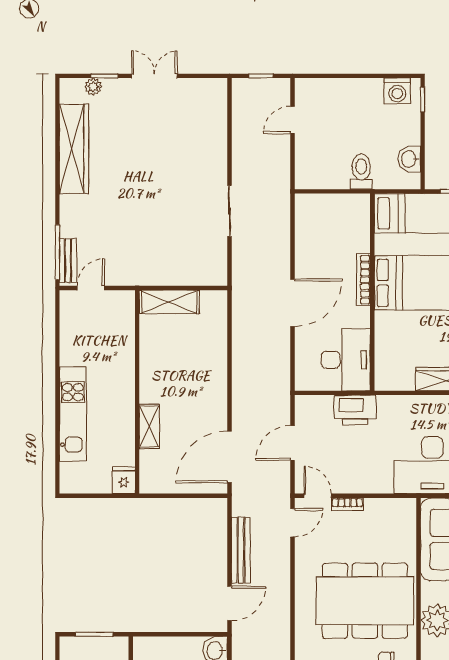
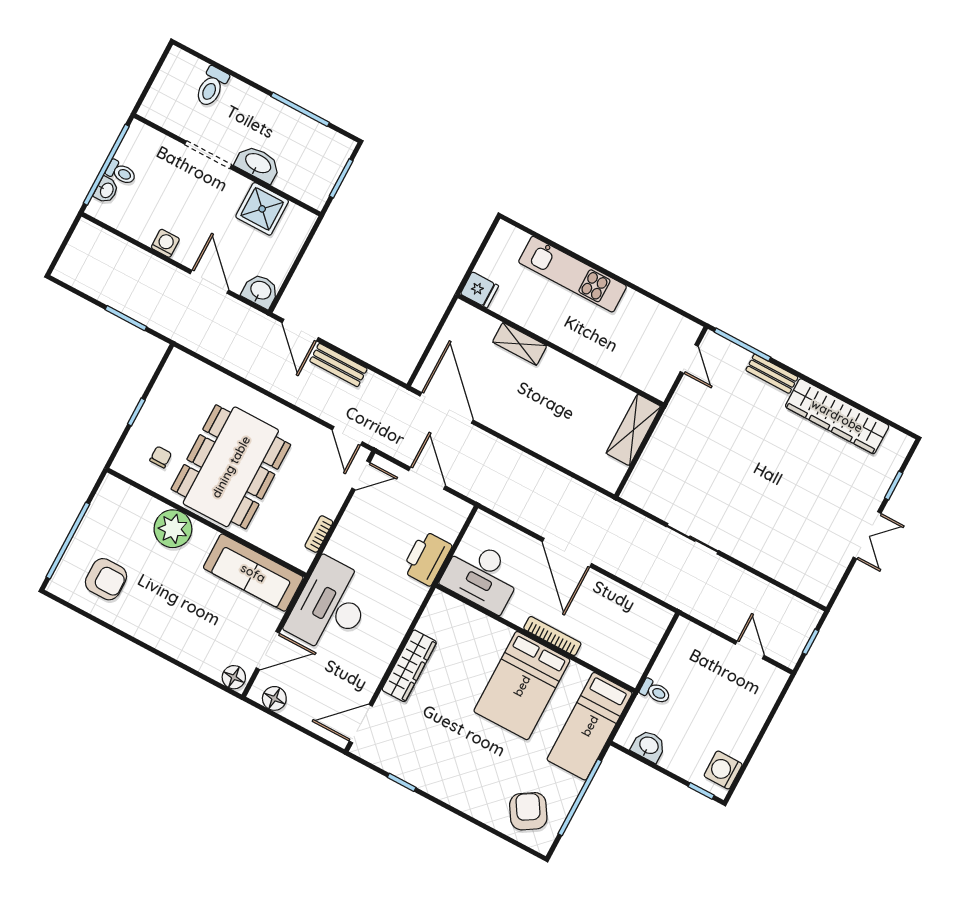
plant: (93, 87) -> (889, 468), removed
toilet: (361, 172) -> (655, 692), width x0.73, depth x0.72
bench: (68, 260) -> (772, 374), moved
bookcase: (347, 504) -> (319, 534), moved
bench: (241, 550) -> (338, 365), width x0.73

